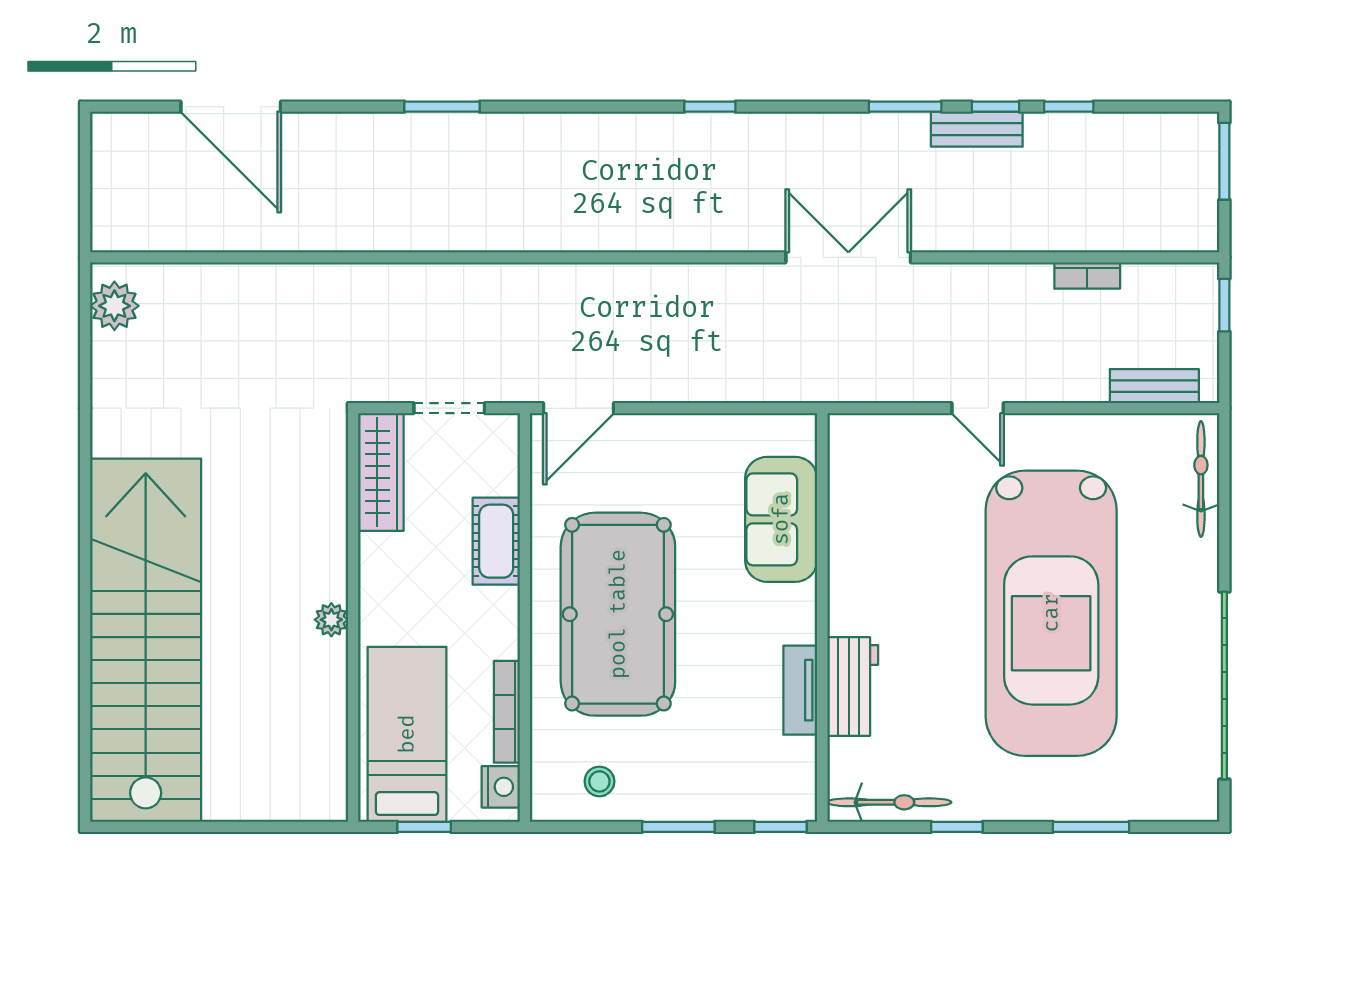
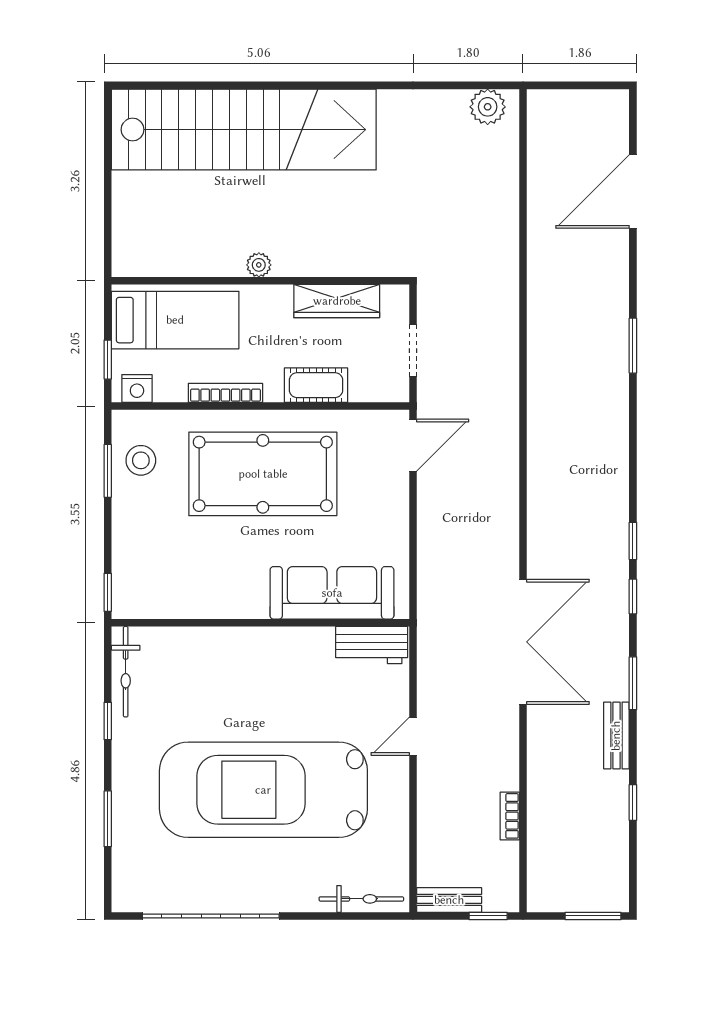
window: (995, 107) -> (633, 596), moved
double door: (848, 257) -> (523, 642), width x1.36
bench: (1154, 386) -> (449, 900), moved, turned 90
door: (579, 408) -> (413, 445), swing flipped
wardrobe: (381, 472) -> (337, 301), moved
sofa: (781, 519) -> (332, 593), width x1.36
workbench: (853, 687) -> (372, 645), moved
tv unit: (800, 690) -> (207, 607), removed
bookcase: (507, 712) -> (225, 393), moved
stool: (599, 781) -> (141, 460), width x1.37, depth x1.37
window: (424, 827) -> (108, 360), moved
window: (678, 827) -> (108, 471), moved

